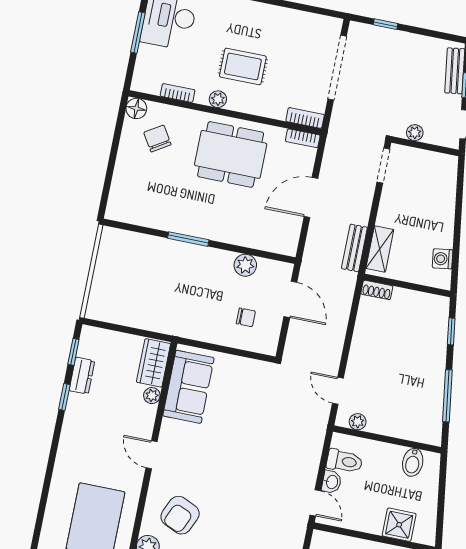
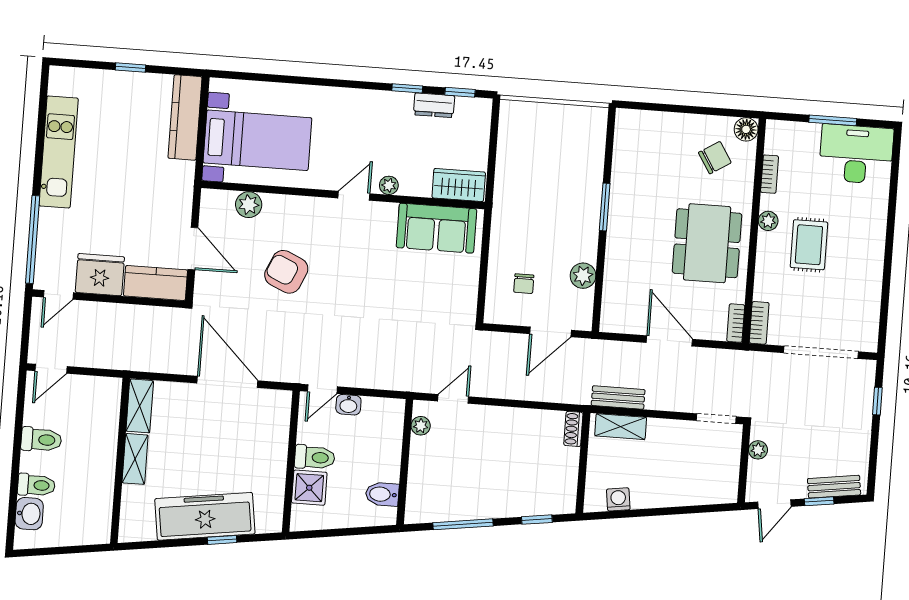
plant: (152, 396) -> (389, 185), moved
toilet: (345, 461) -> (315, 457), moved, turned -90
armchair: (180, 515) -> (286, 272), moved

